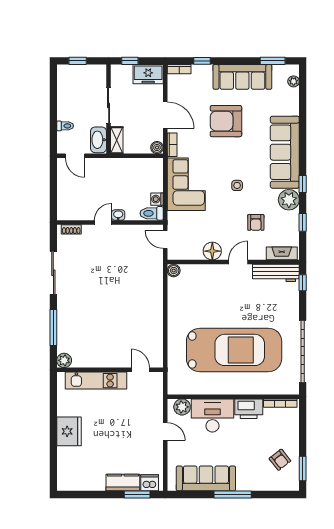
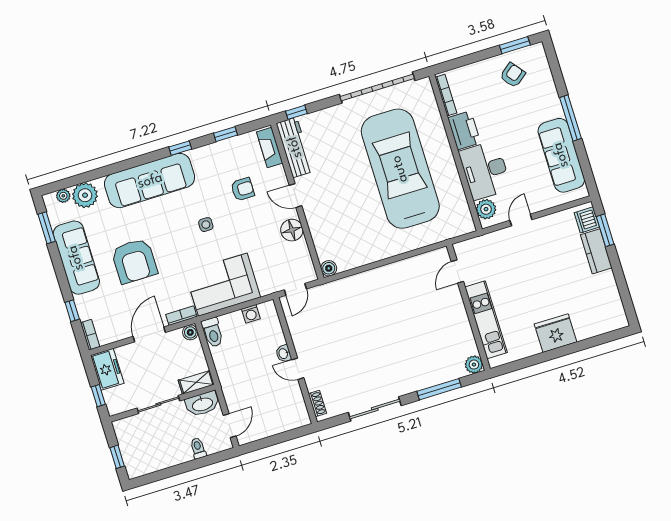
plant: (289, 200) -> (85, 195), moved
toilet: (152, 213) -> (213, 332), moved

